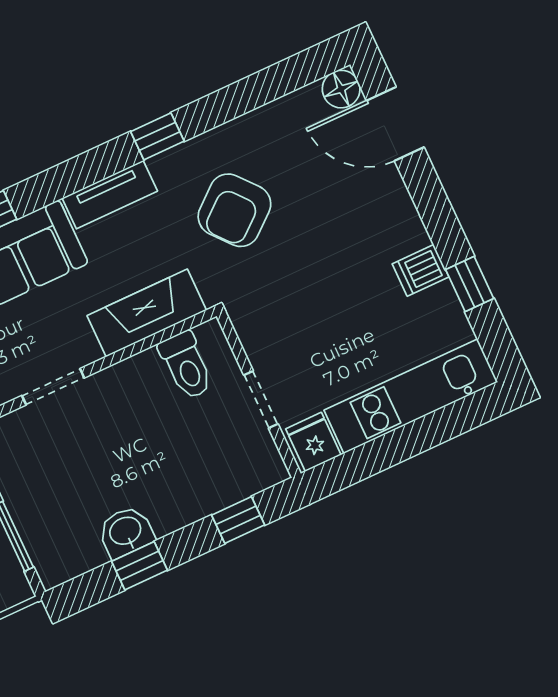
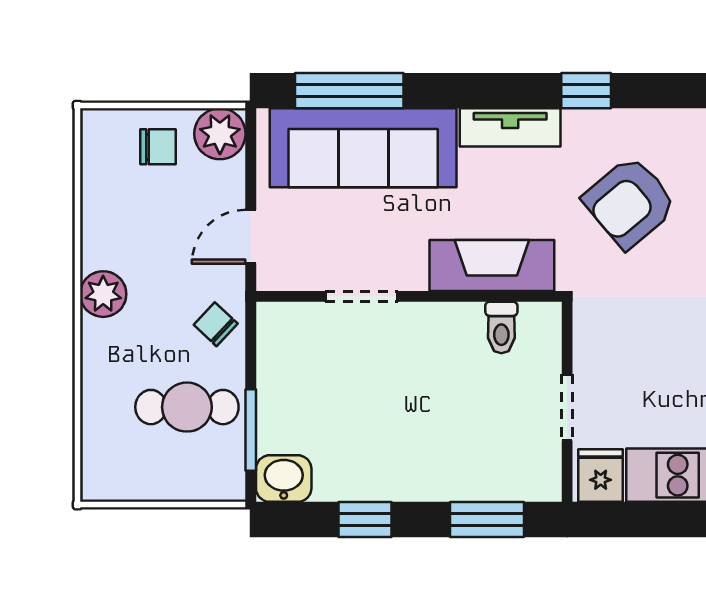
toilet: (186, 365) -> (501, 327), width x0.73, depth x0.72
window: (238, 520) -> (487, 520), width x1.50
washbasin: (126, 532) -> (284, 479), moved

